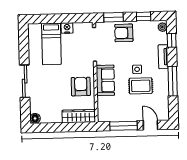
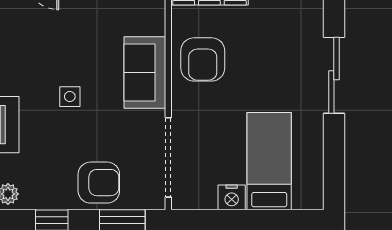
rug: (141, 86) -> (62, 58), removed

